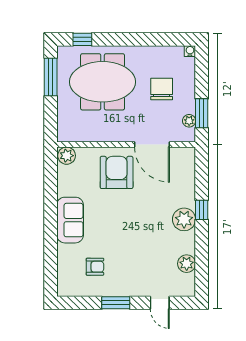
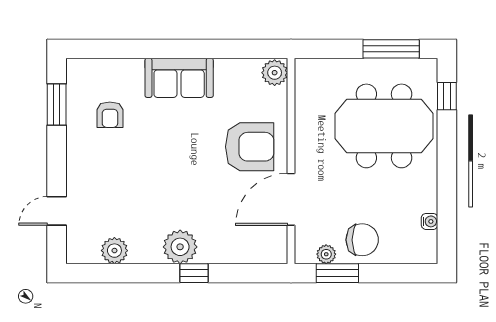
water cooler: (190, 51) -> (430, 221), moved
meeting table: (103, 82) -> (384, 126), turned 90
chair: (162, 89) -> (362, 240), moved
window: (116, 303) -> (57, 105), moved

